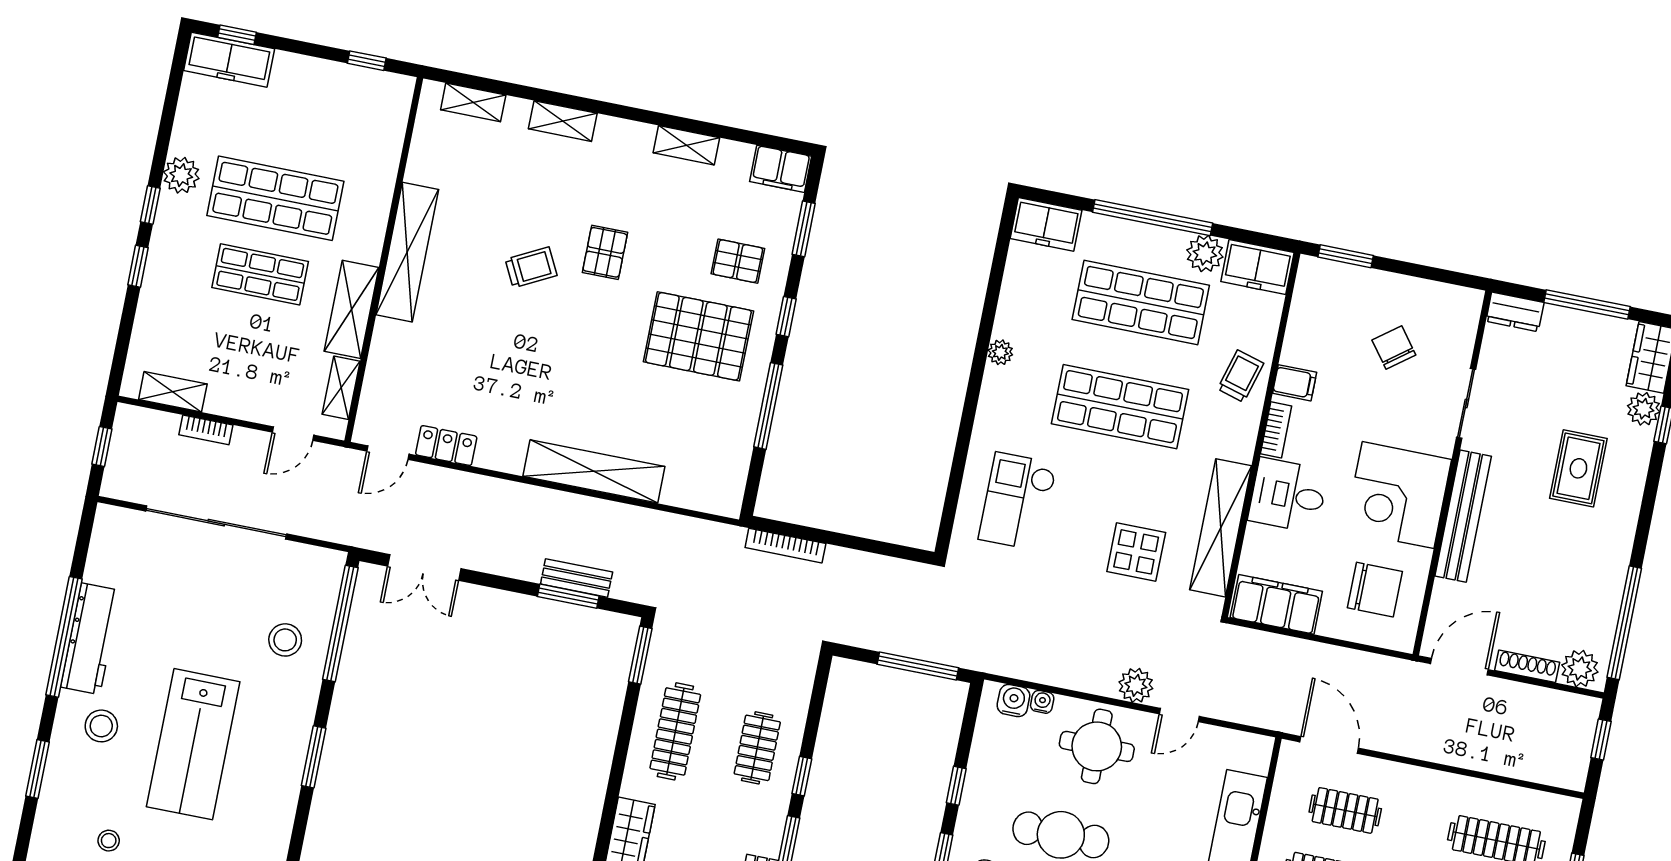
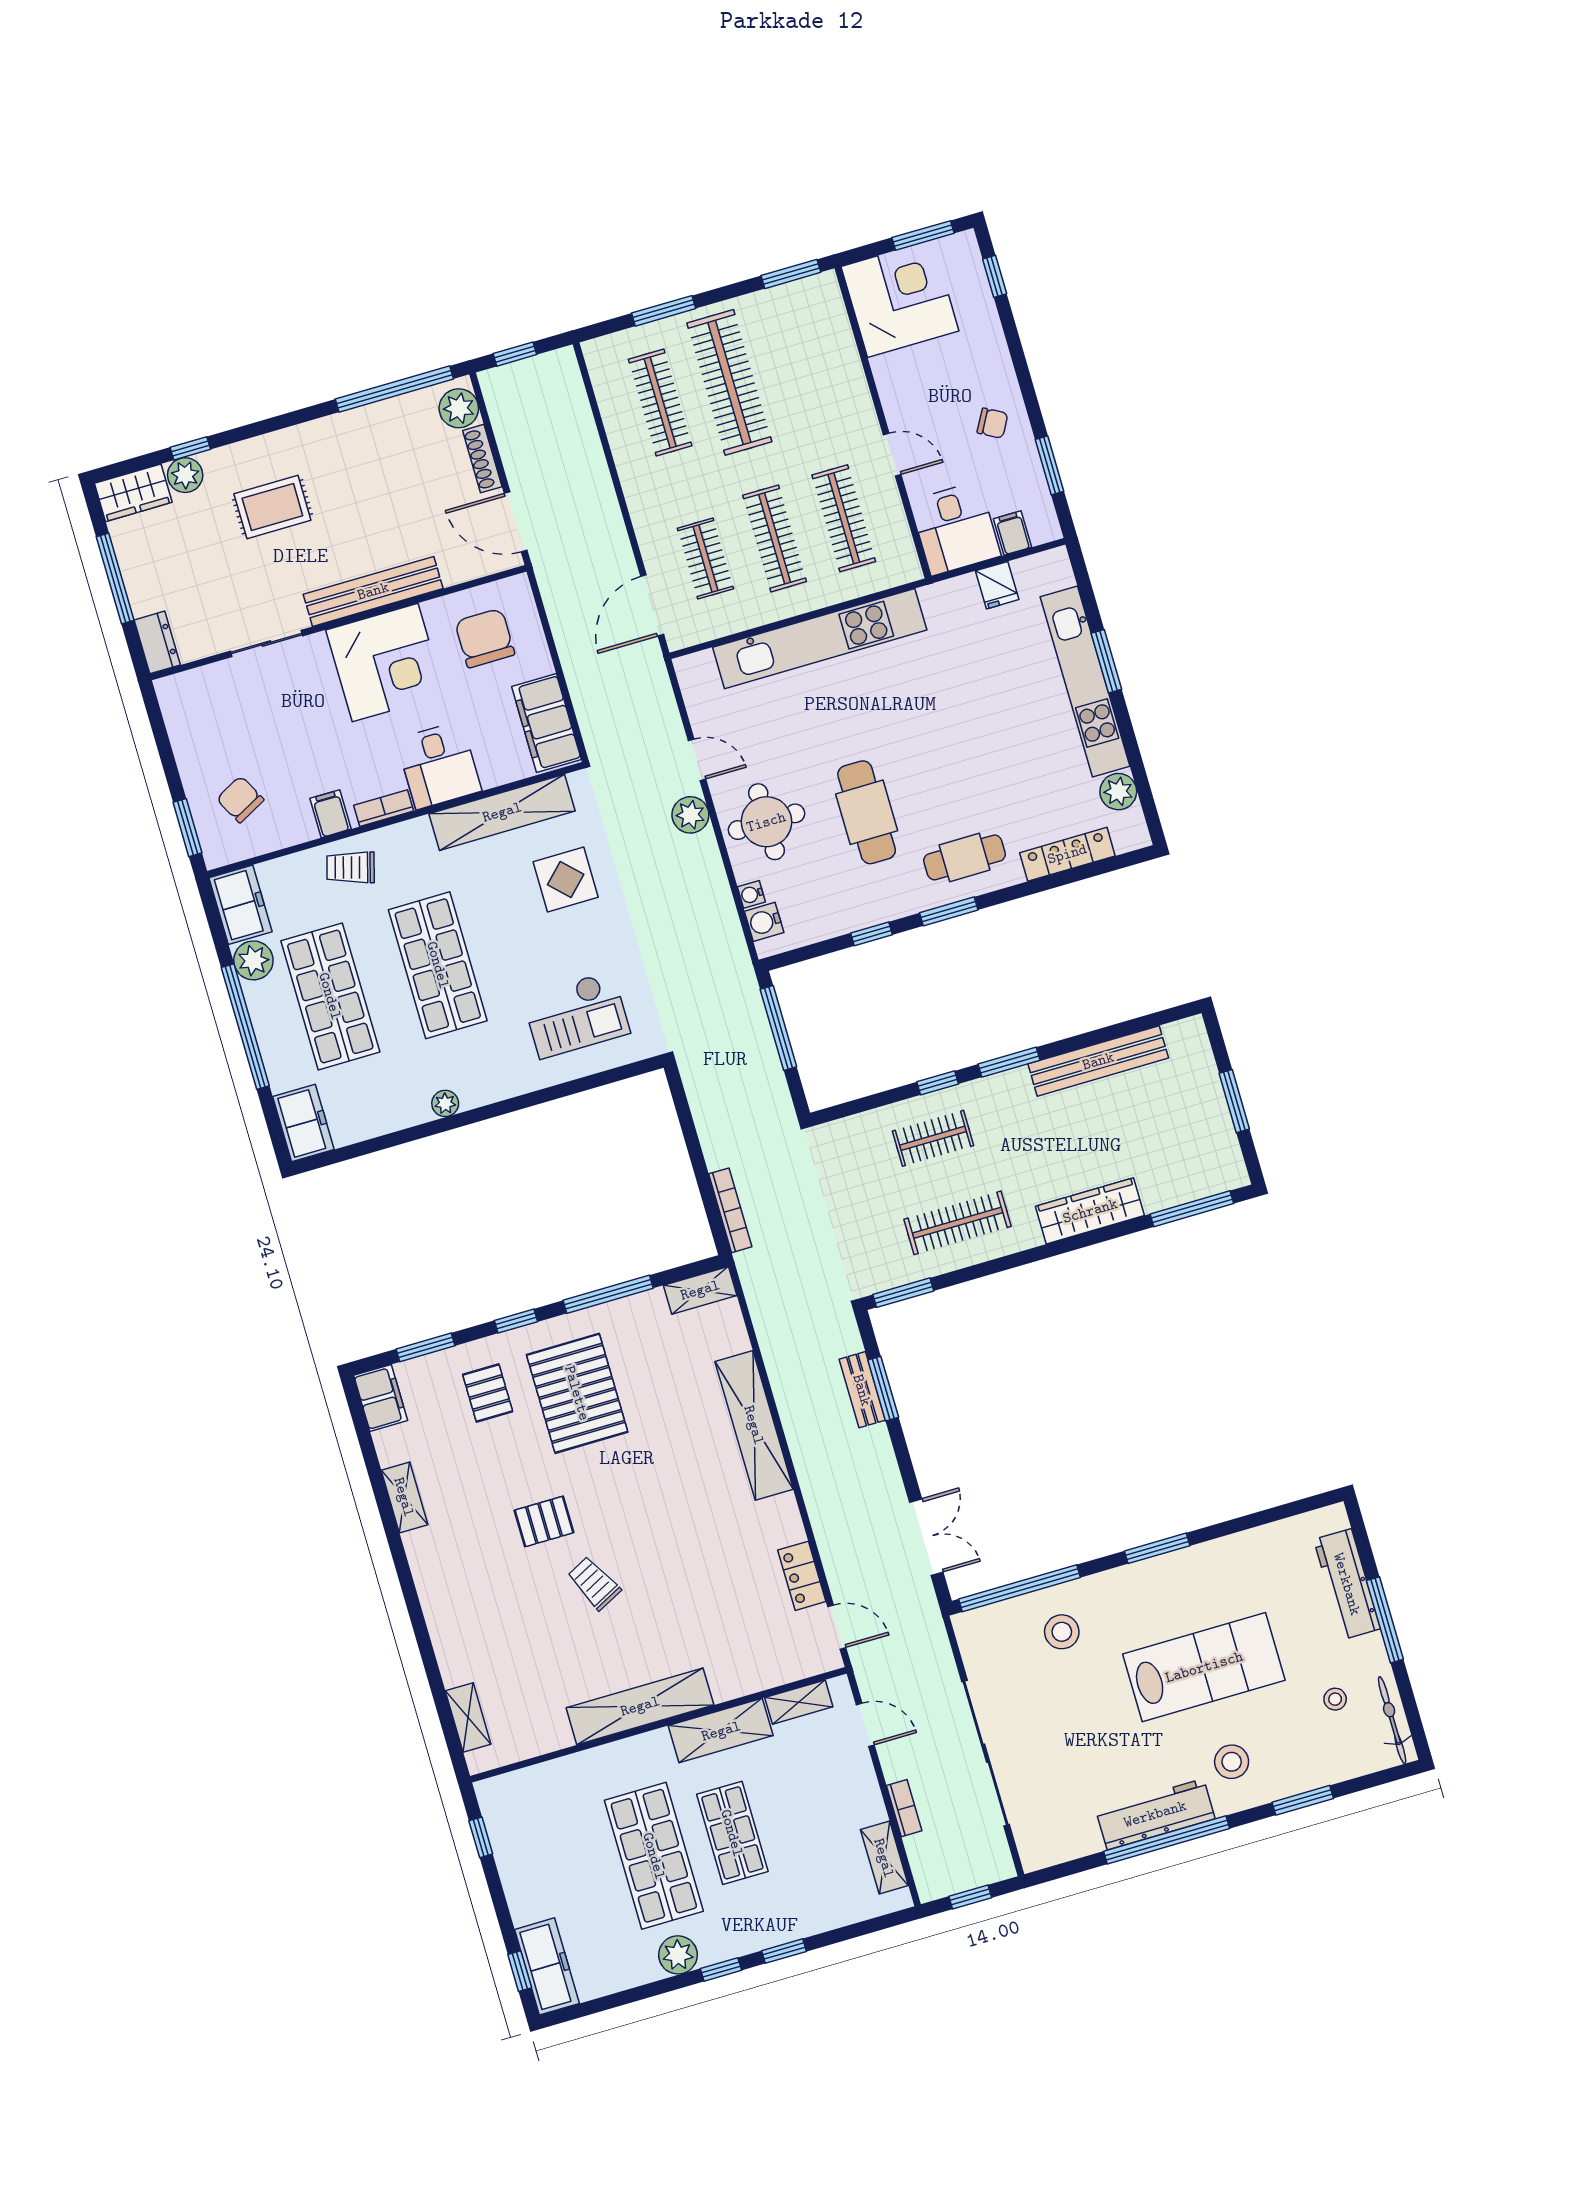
shelving: (563, 121) -> (700, 1290), moved, turned 90
chair: (1394, 347) -> (240, 799), moved, turned 99

